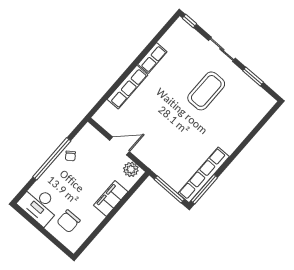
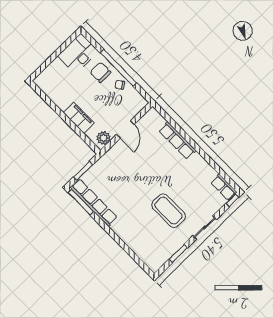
row of seats: (152, 58) -> (224, 187), moved
window: (169, 189) -> (83, 171), width x0.69
chair: (68, 221) -> (101, 72), moved

